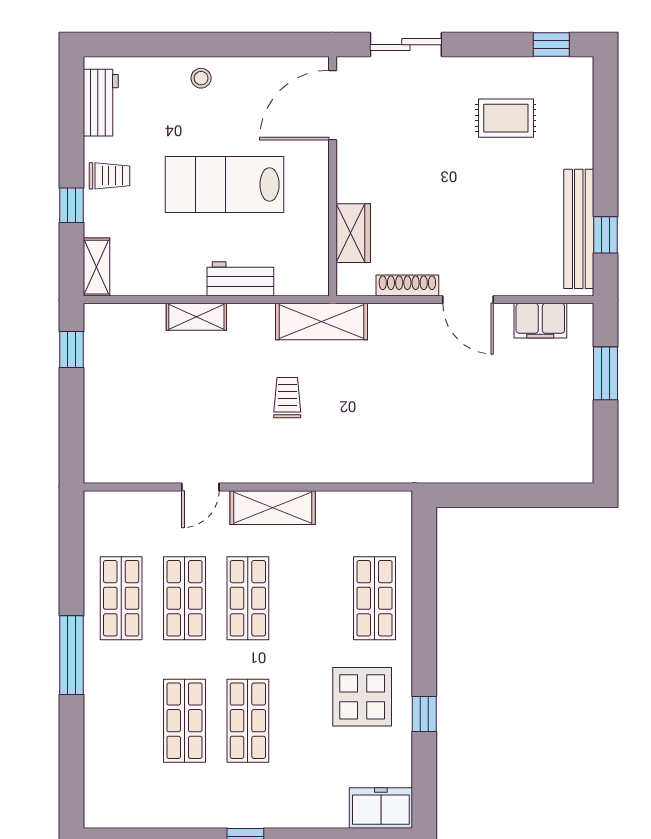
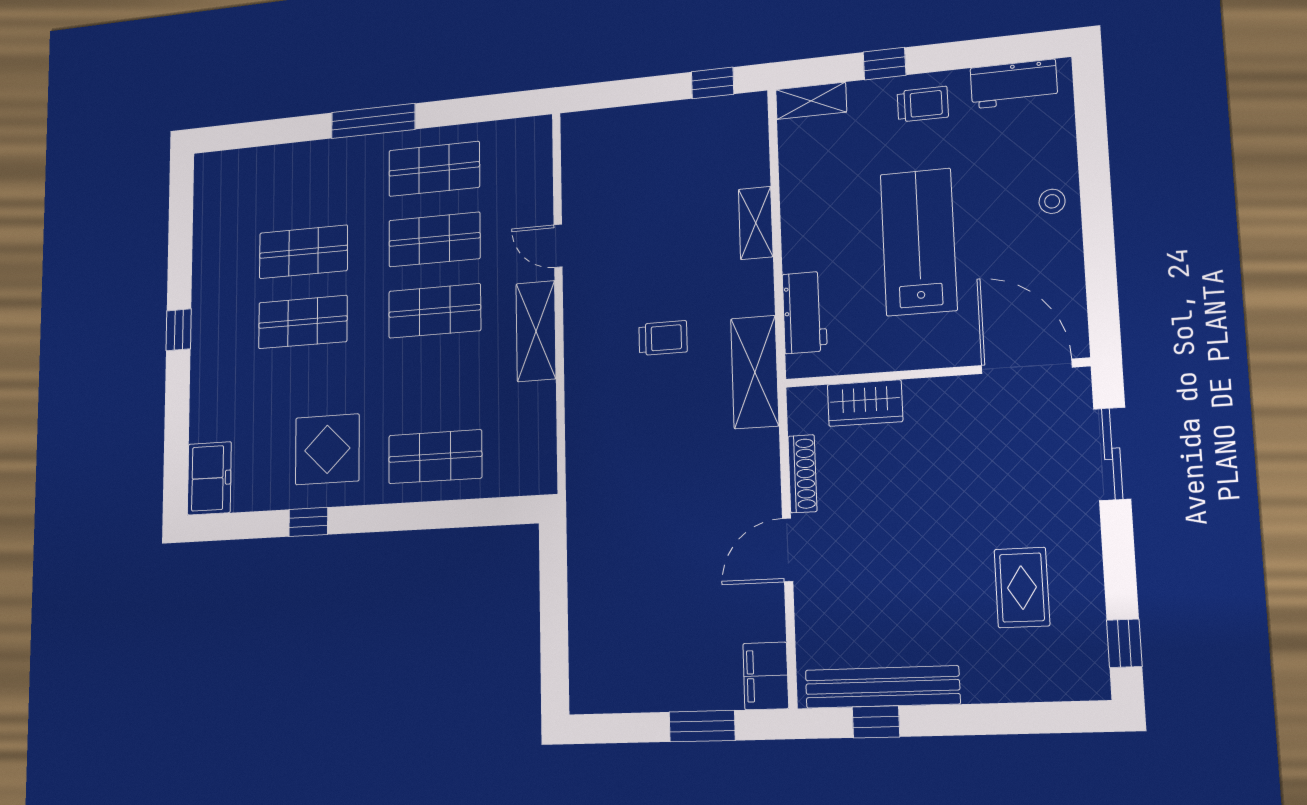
trolley: (110, 176) -> (923, 104), turned -90
workbench: (240, 279) -> (805, 312), moved
filing cabinet: (540, 321) -> (766, 676), moved

